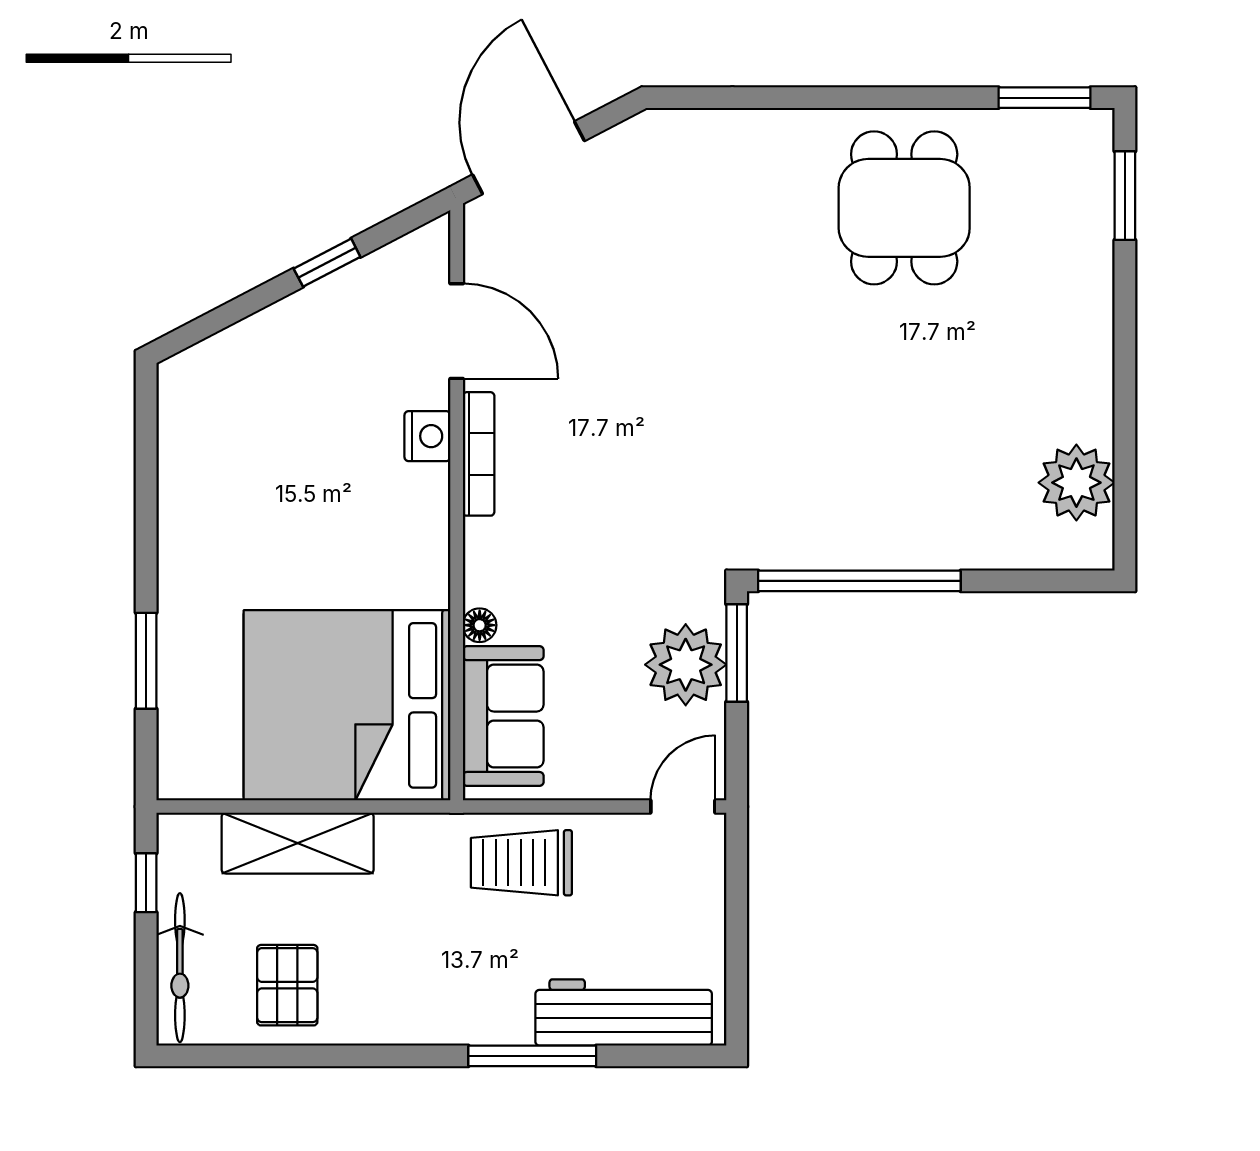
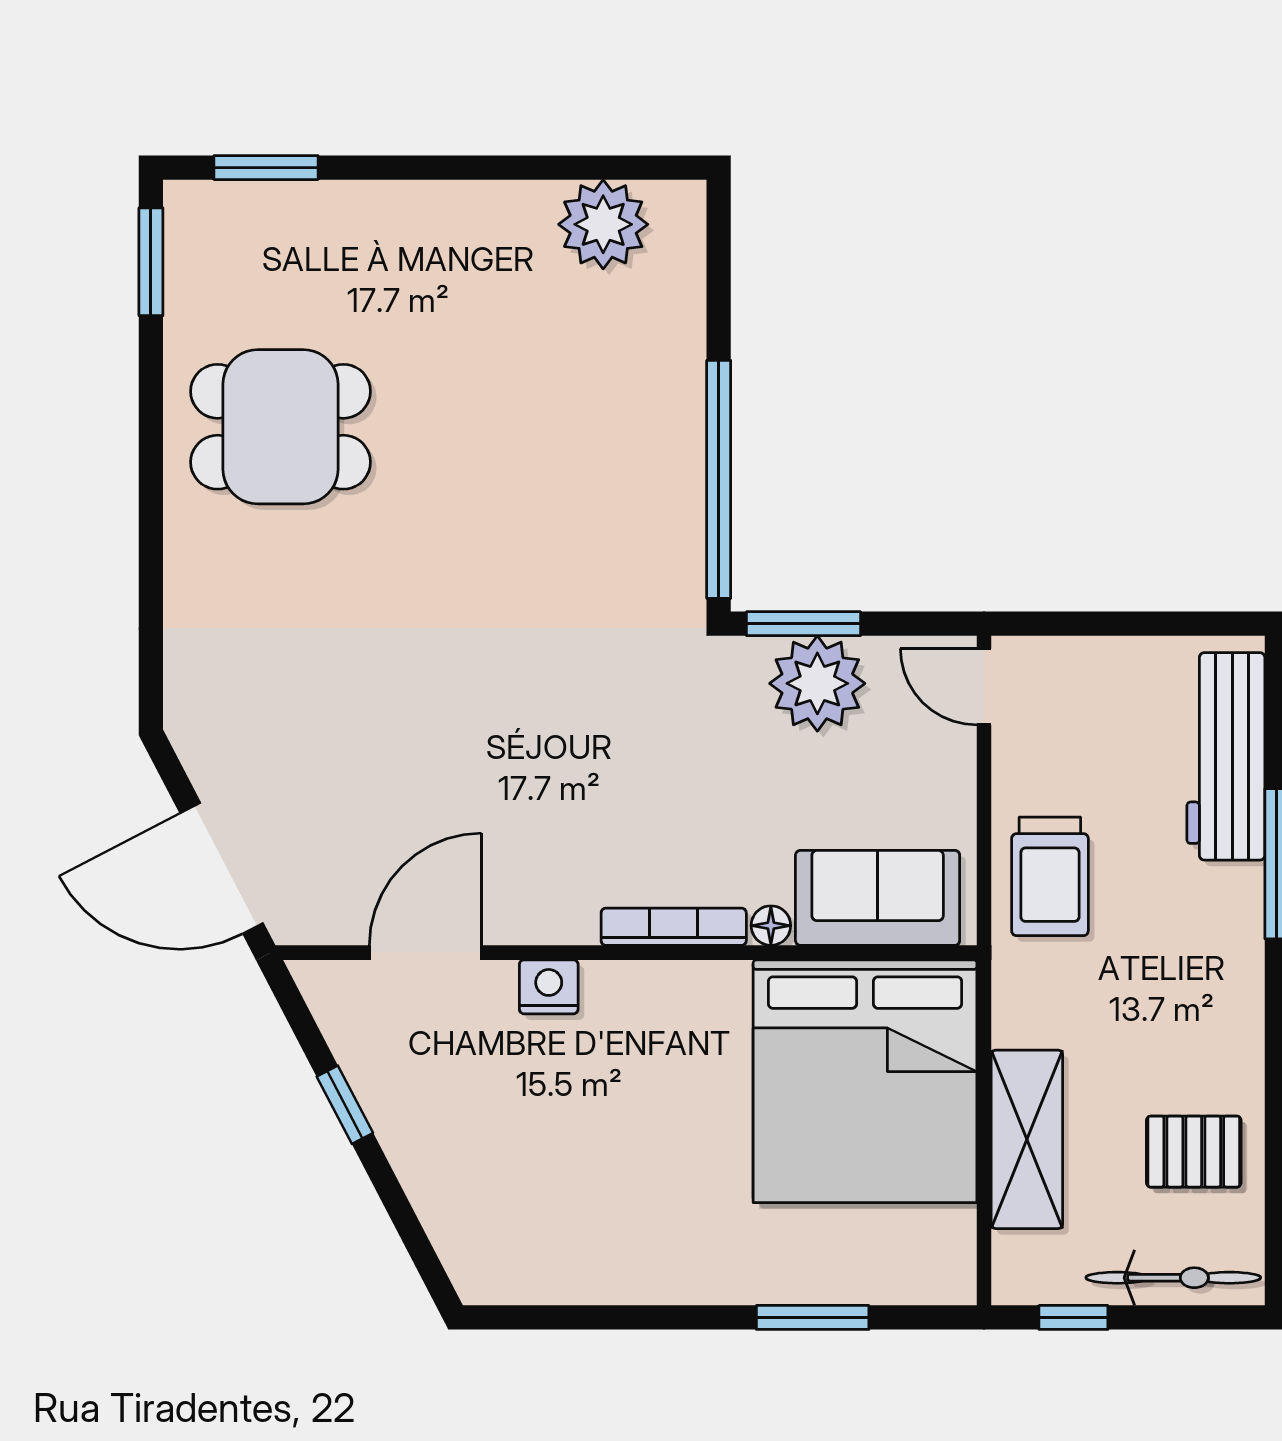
bookcase: (479, 454) -> (674, 927), moved

